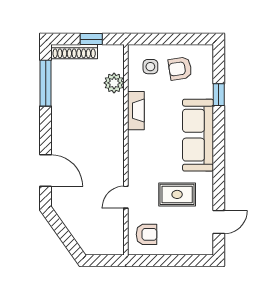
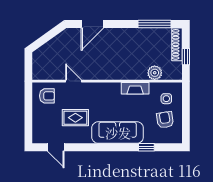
rug: (177, 194) -> (75, 118), turned 90
armchair: (147, 234) -> (47, 96), turned -90

